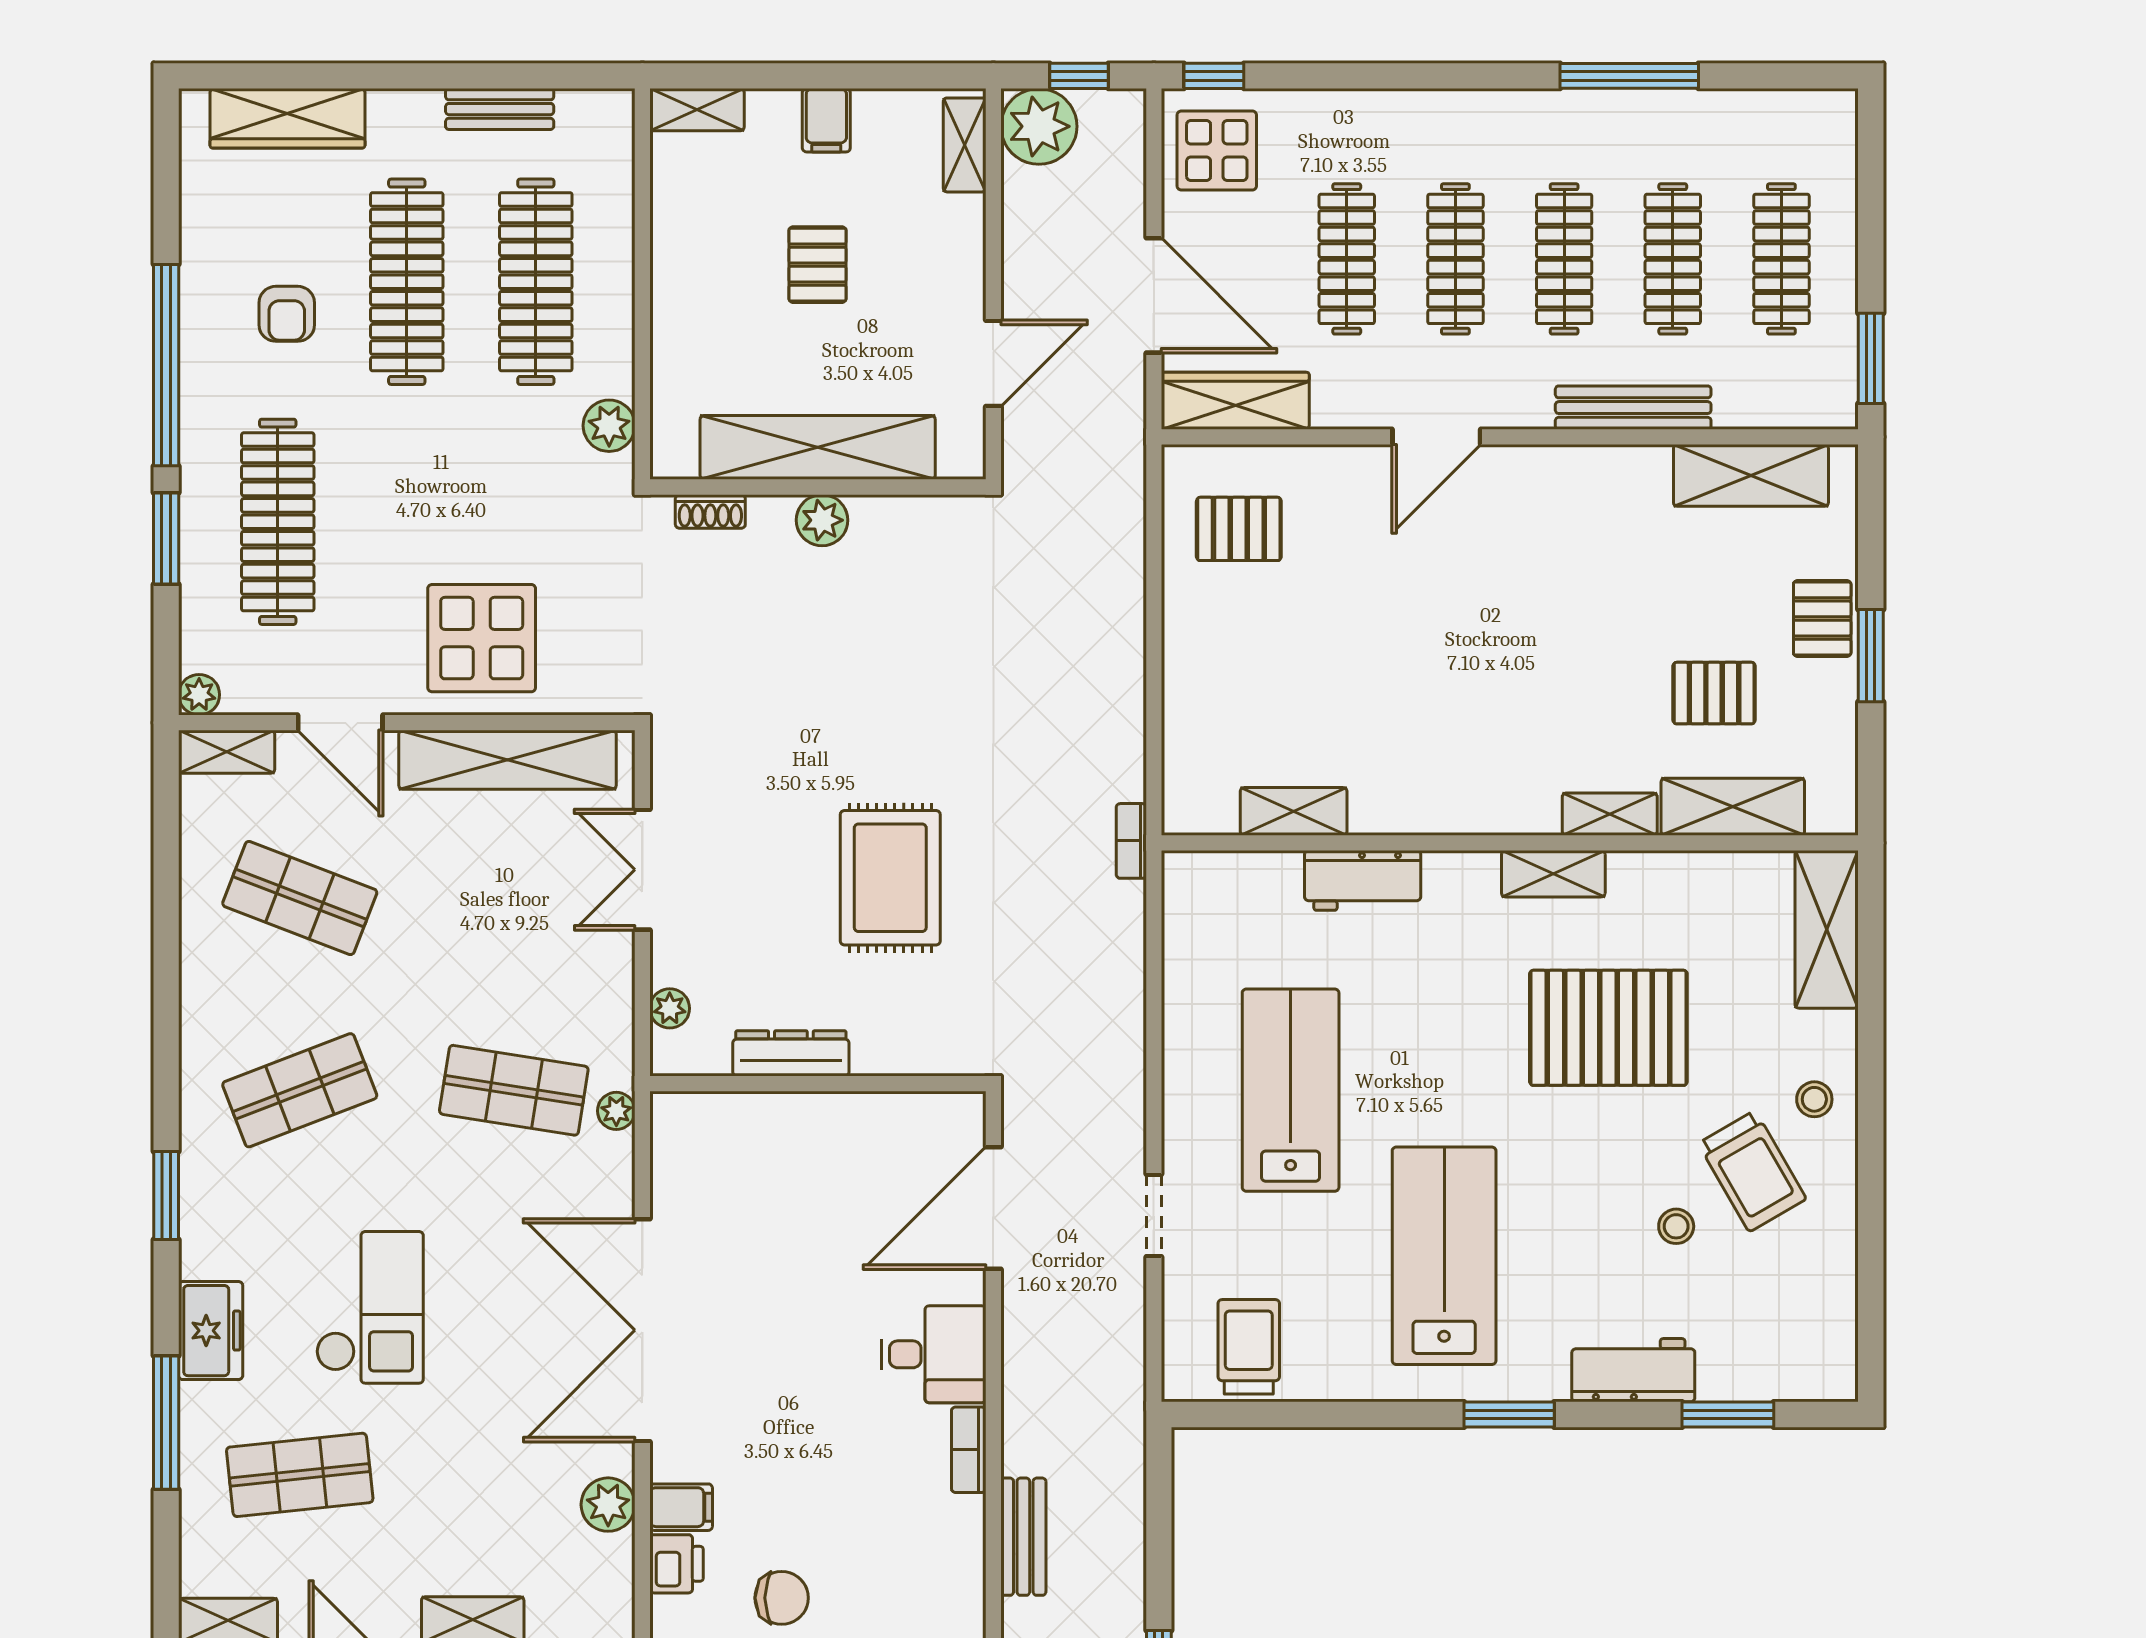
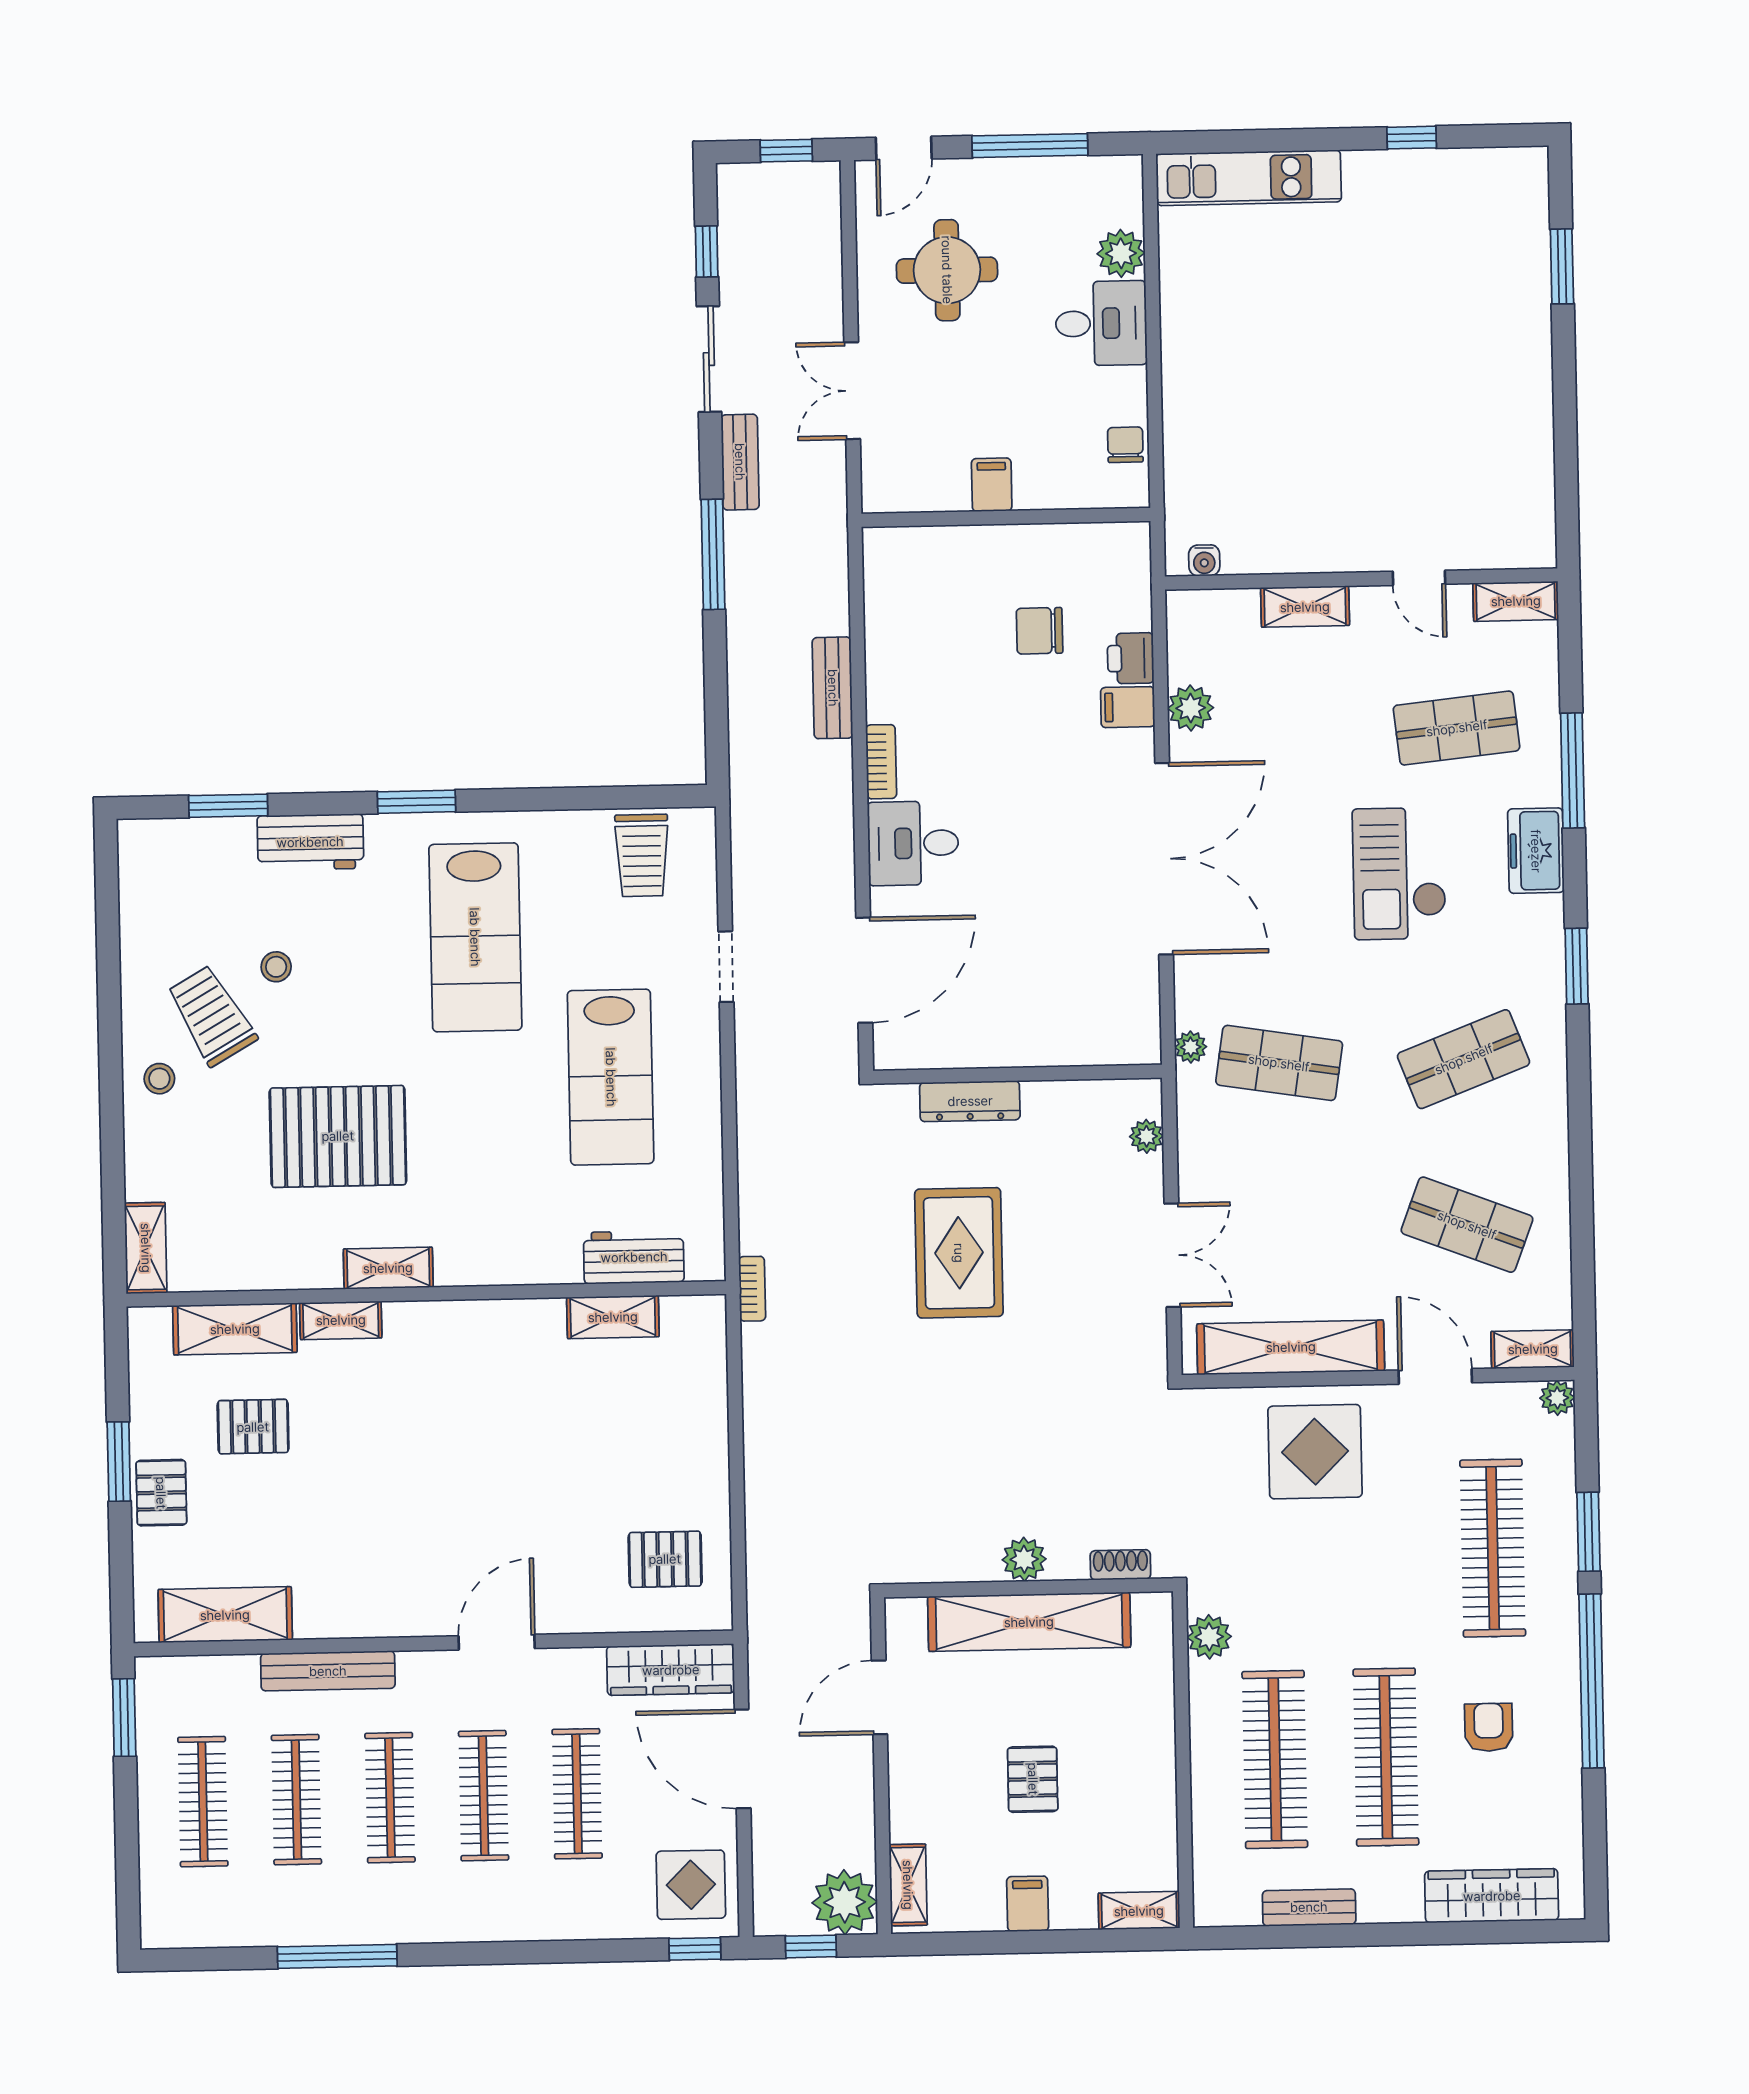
workbench: (1363, 880) -> (634, 1257), moved
shelving: (1827, 929) -> (146, 1248), width x0.67, depth x0.75
dresser: (791, 1053) -> (970, 1101), moved

